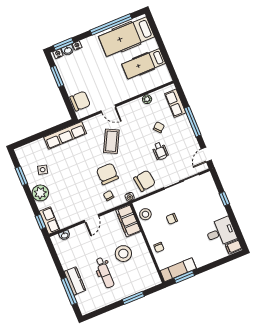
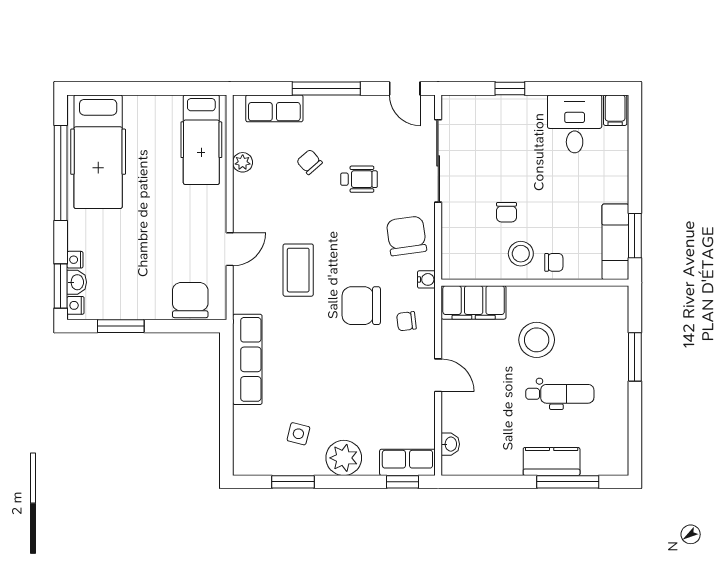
hospital bed: (144, 64) -> (201, 140), moved
coffee table: (111, 141) -> (298, 270), turned 63
stool: (145, 214) -> (521, 254), moved

